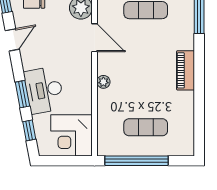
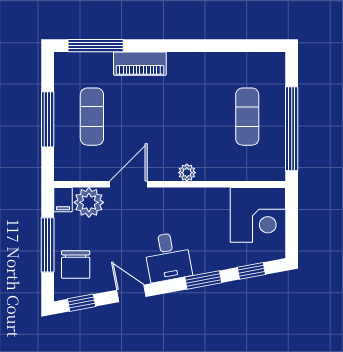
piano: (186, 70) -> (140, 64), moved
desk: (44, 90) -> (168, 257), moved, width x0.73

